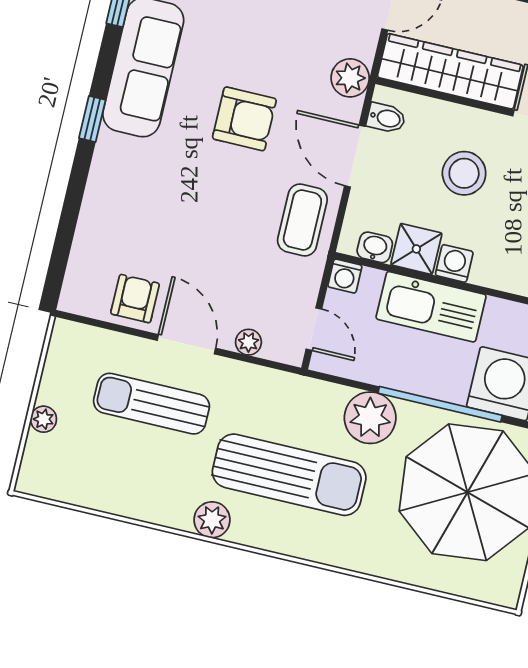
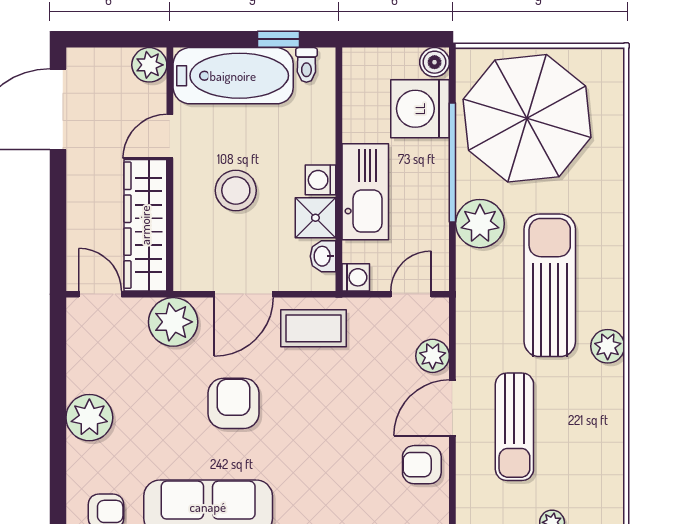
plant: (350, 78) -> (173, 322), width x1.36, depth x1.36
bidet: (386, 118) -> (202, 274), removed
plant: (248, 342) -> (433, 356), width x1.38, depth x1.38

